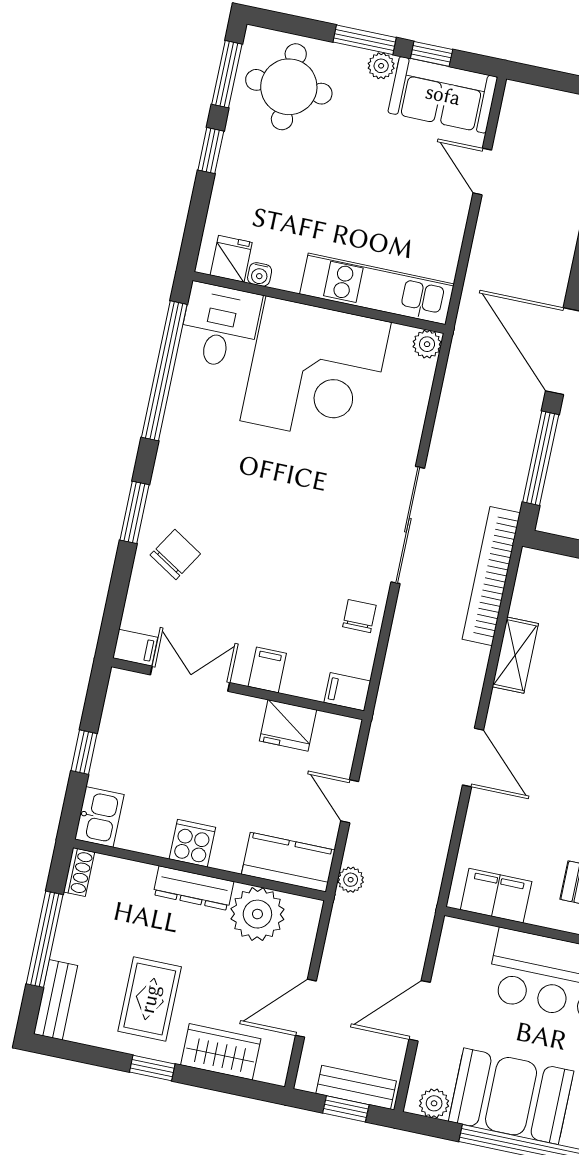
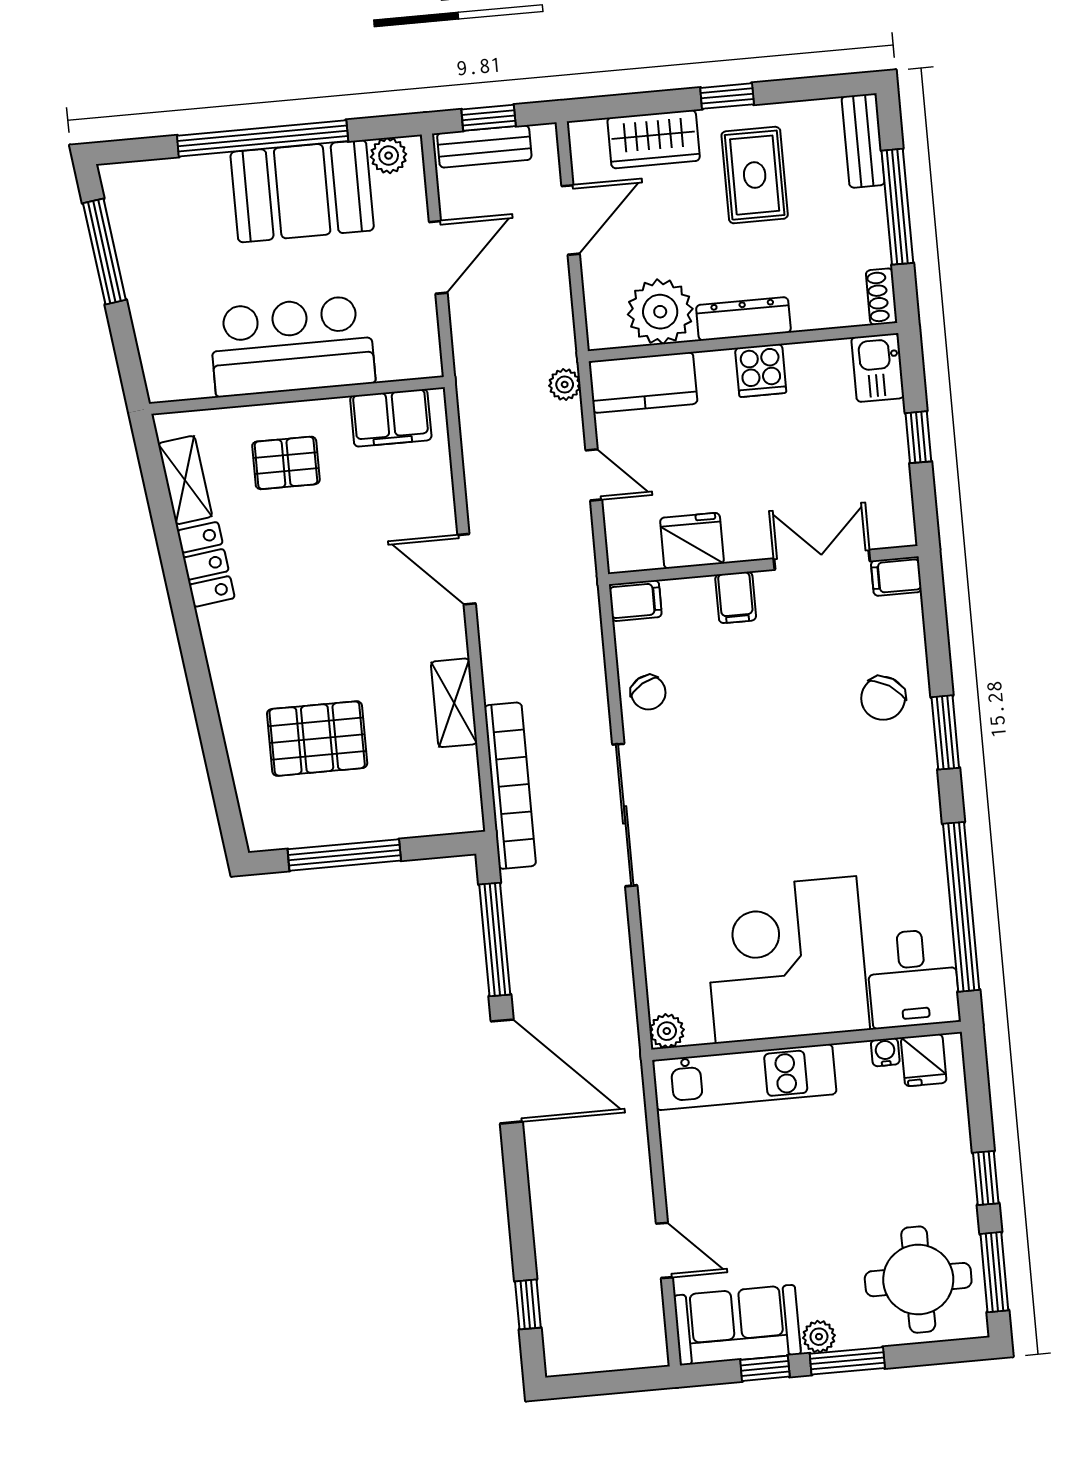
chair: (359, 616) -> (648, 692), turned -30
double door: (190, 679) -> (822, 560), swing flipped

